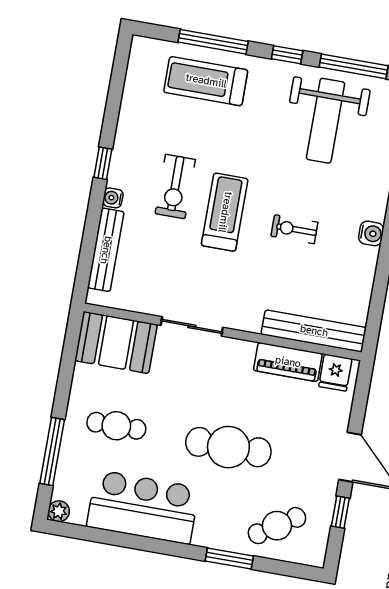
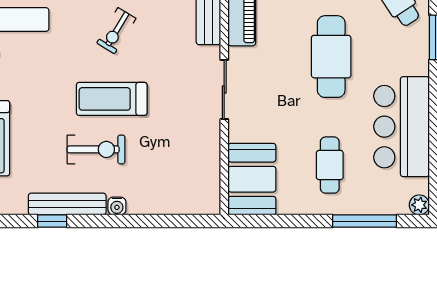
window: (103, 163) -> (52, 221), moved
exercise bike: (294, 229) -> (116, 31), turned 31
bench: (106, 250) -> (67, 204), moved
sliding door: (192, 326) -> (224, 89), moved

